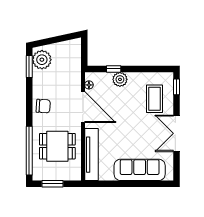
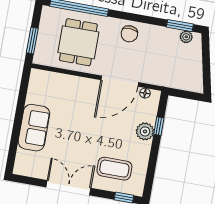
plant: (42, 60) -> (186, 37), width x0.53, depth x0.53
tv unit: (91, 155) -> (61, 81), removed
sofa: (140, 170) -> (34, 128), width x0.73
window: (52, 184) -> (32, 40), moved

